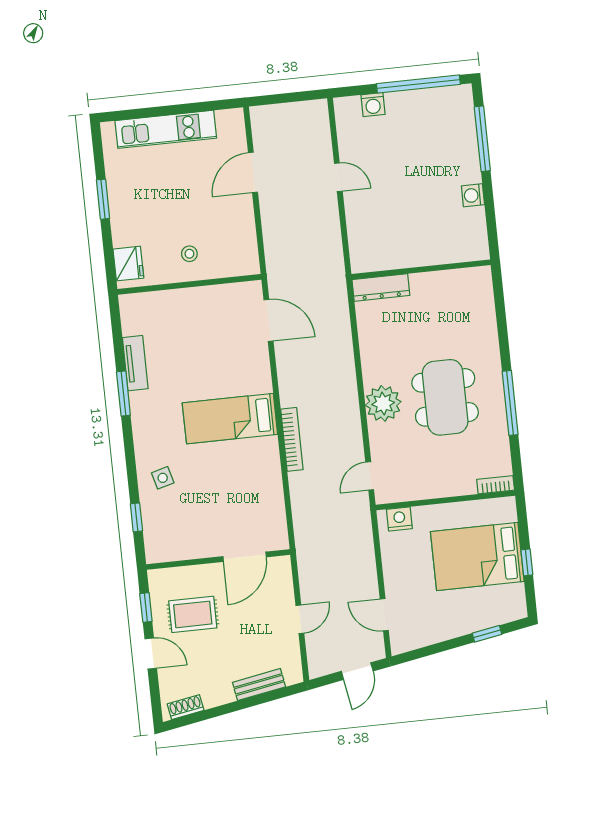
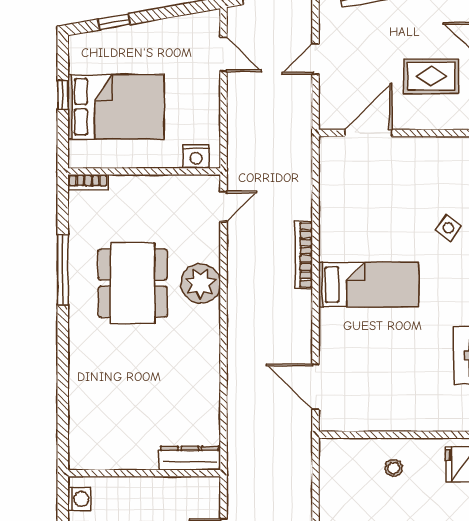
wall: (421, 269) -> (144, 473), moved
dresser: (381, 288) -> (190, 458), moved
side table: (163, 478) -> (448, 228), turned -38

